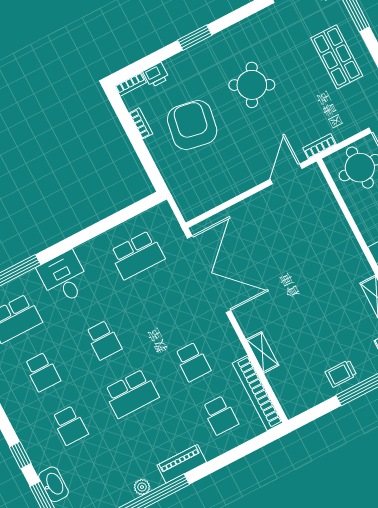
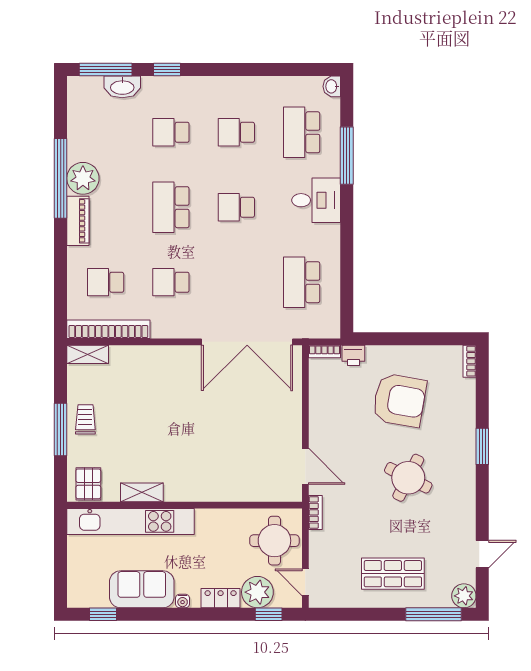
printer: (156, 75) -> (353, 355), moved, turned -90
bookcase: (141, 123) -> (325, 351), moved
shelving: (263, 352) -> (88, 354), moved
plant: (142, 487) -> (83, 178), width x1.88, depth x1.88

